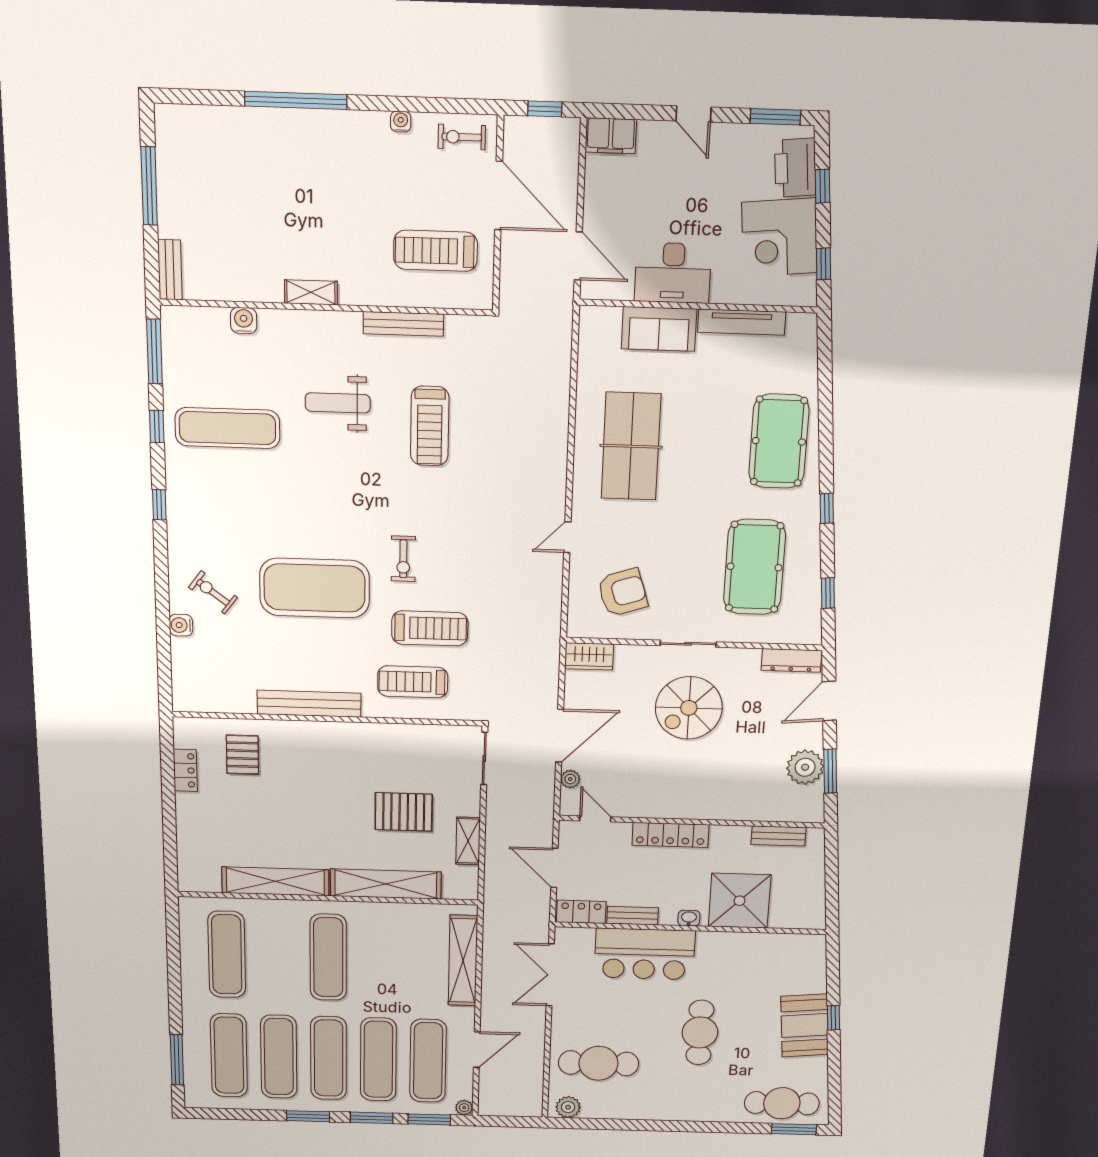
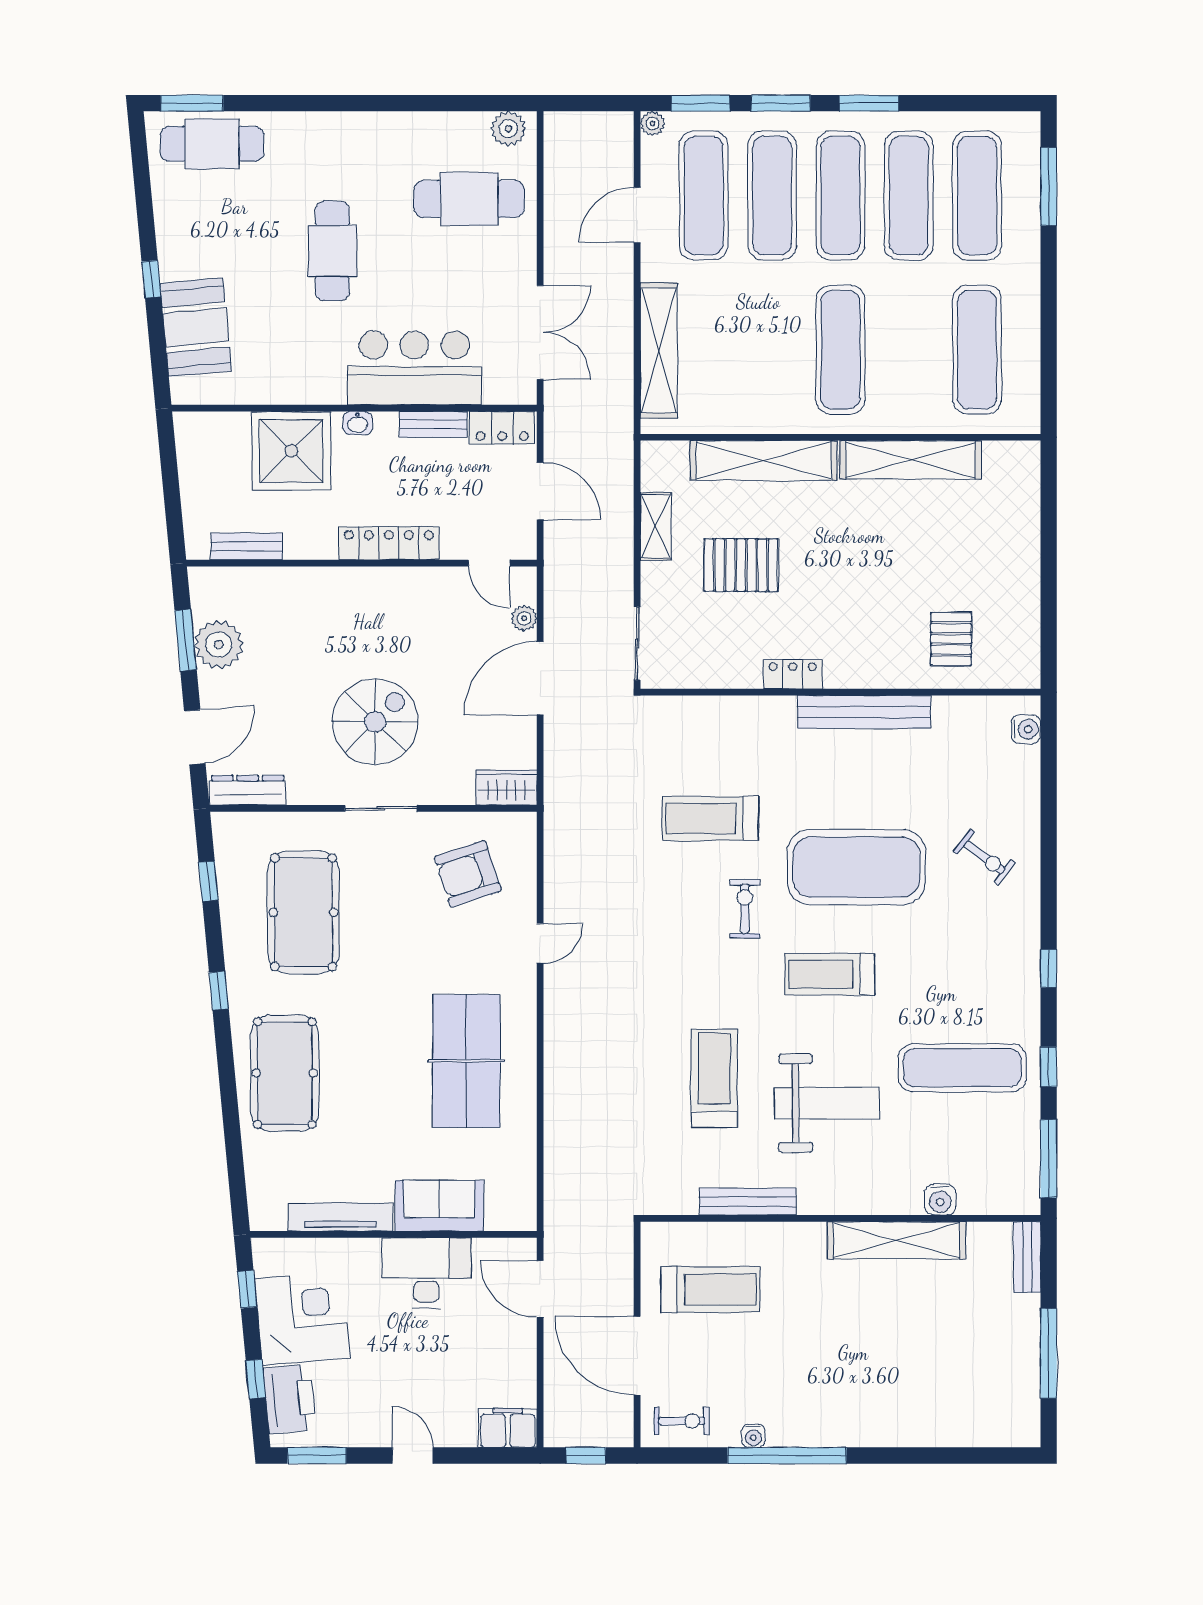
window: (296, 100) -> (787, 1456), moved
shelving: (311, 292) -> (897, 1240), width x2.20, depth x1.33
weight bench: (338, 403) -> (827, 1103), width x1.36, depth x1.33
water cooler: (181, 625) -> (1026, 729), moved
treadmill: (413, 682) -> (830, 974), moved, turned 180
locker: (185, 770) -> (793, 674), moved, turned 90
booth: (805, 1025) -> (196, 327), moved

